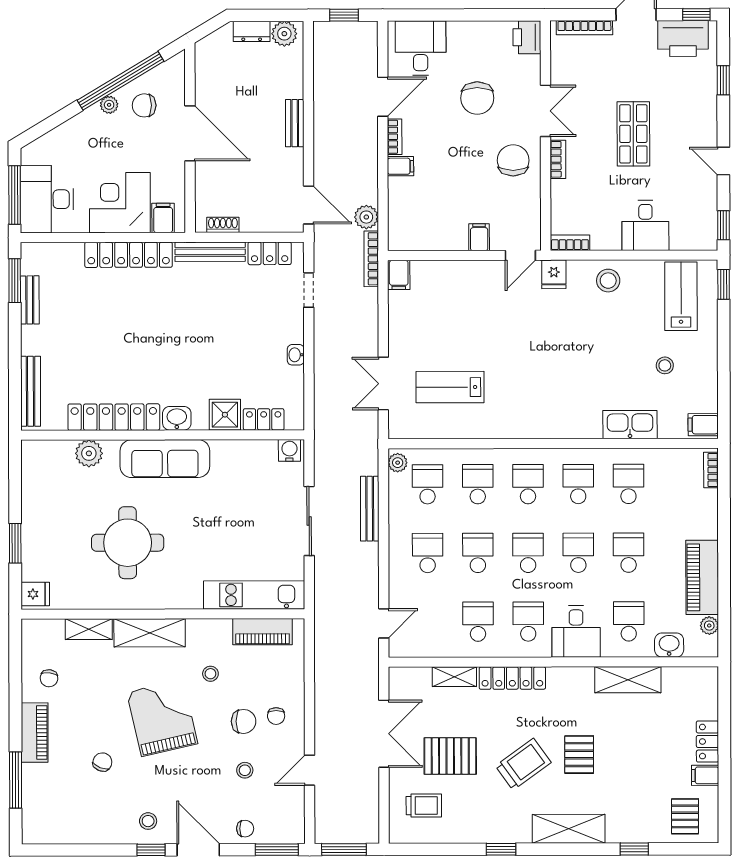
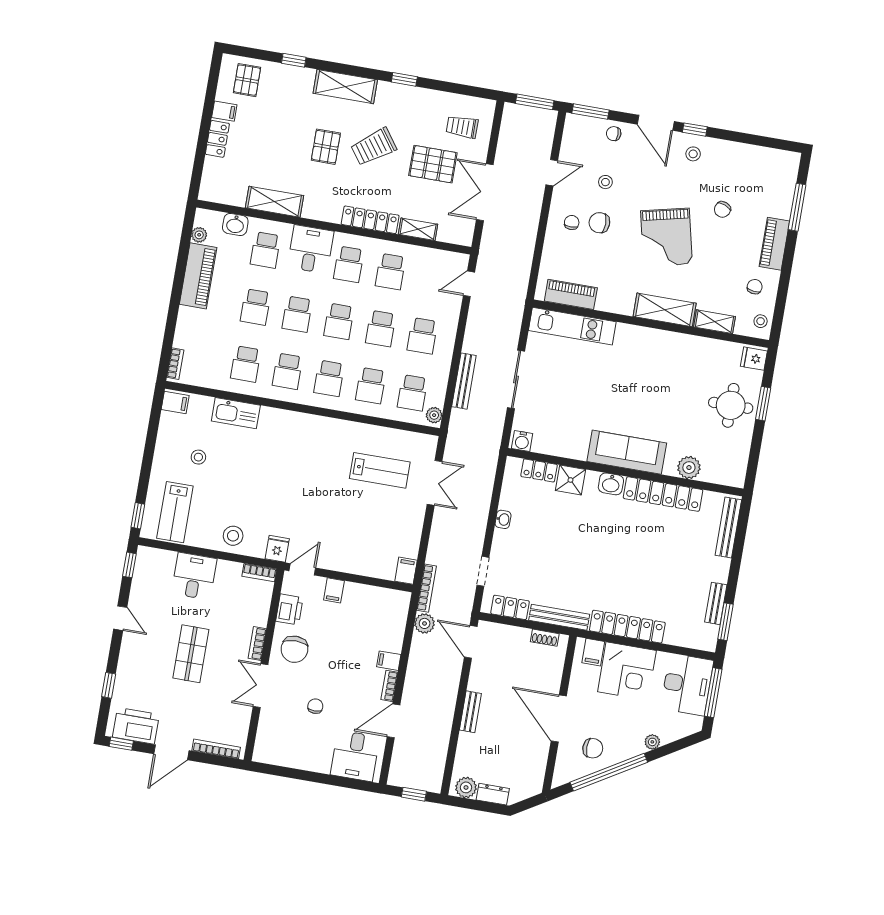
printer: (527, 37) -> (289, 609), moved
chair: (477, 98) -> (315, 706), width x0.54, depth x0.54
plant: (109, 105) -> (652, 742), moved
round table: (128, 543) -> (731, 405), moved, width x0.73, depth x0.73
stool: (210, 674) -> (761, 321), moved

